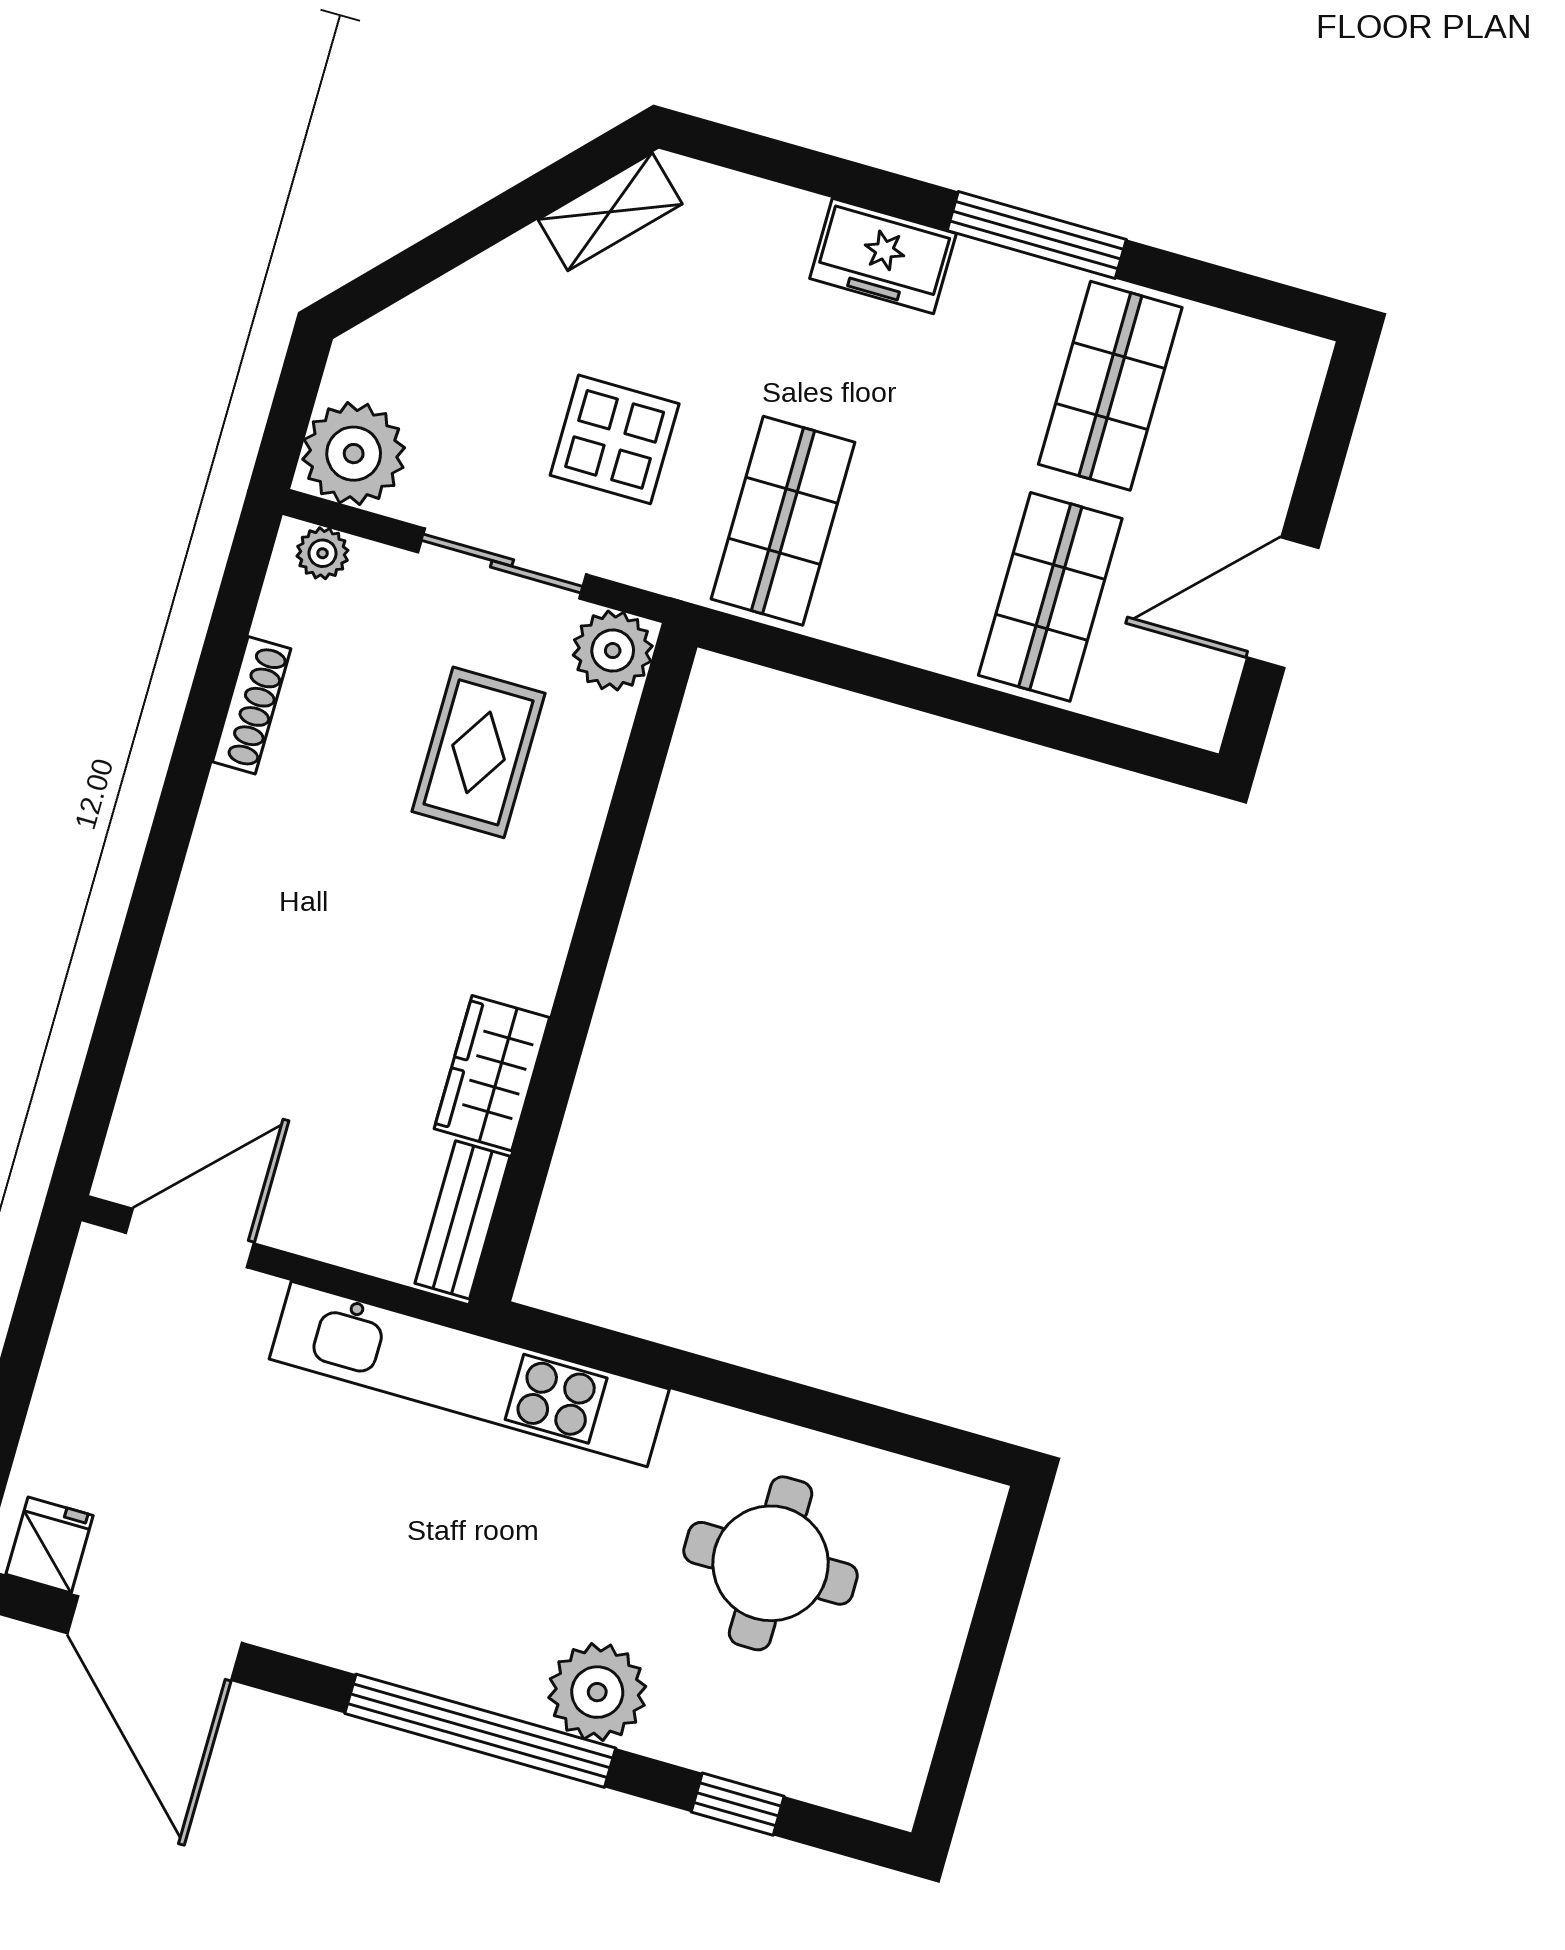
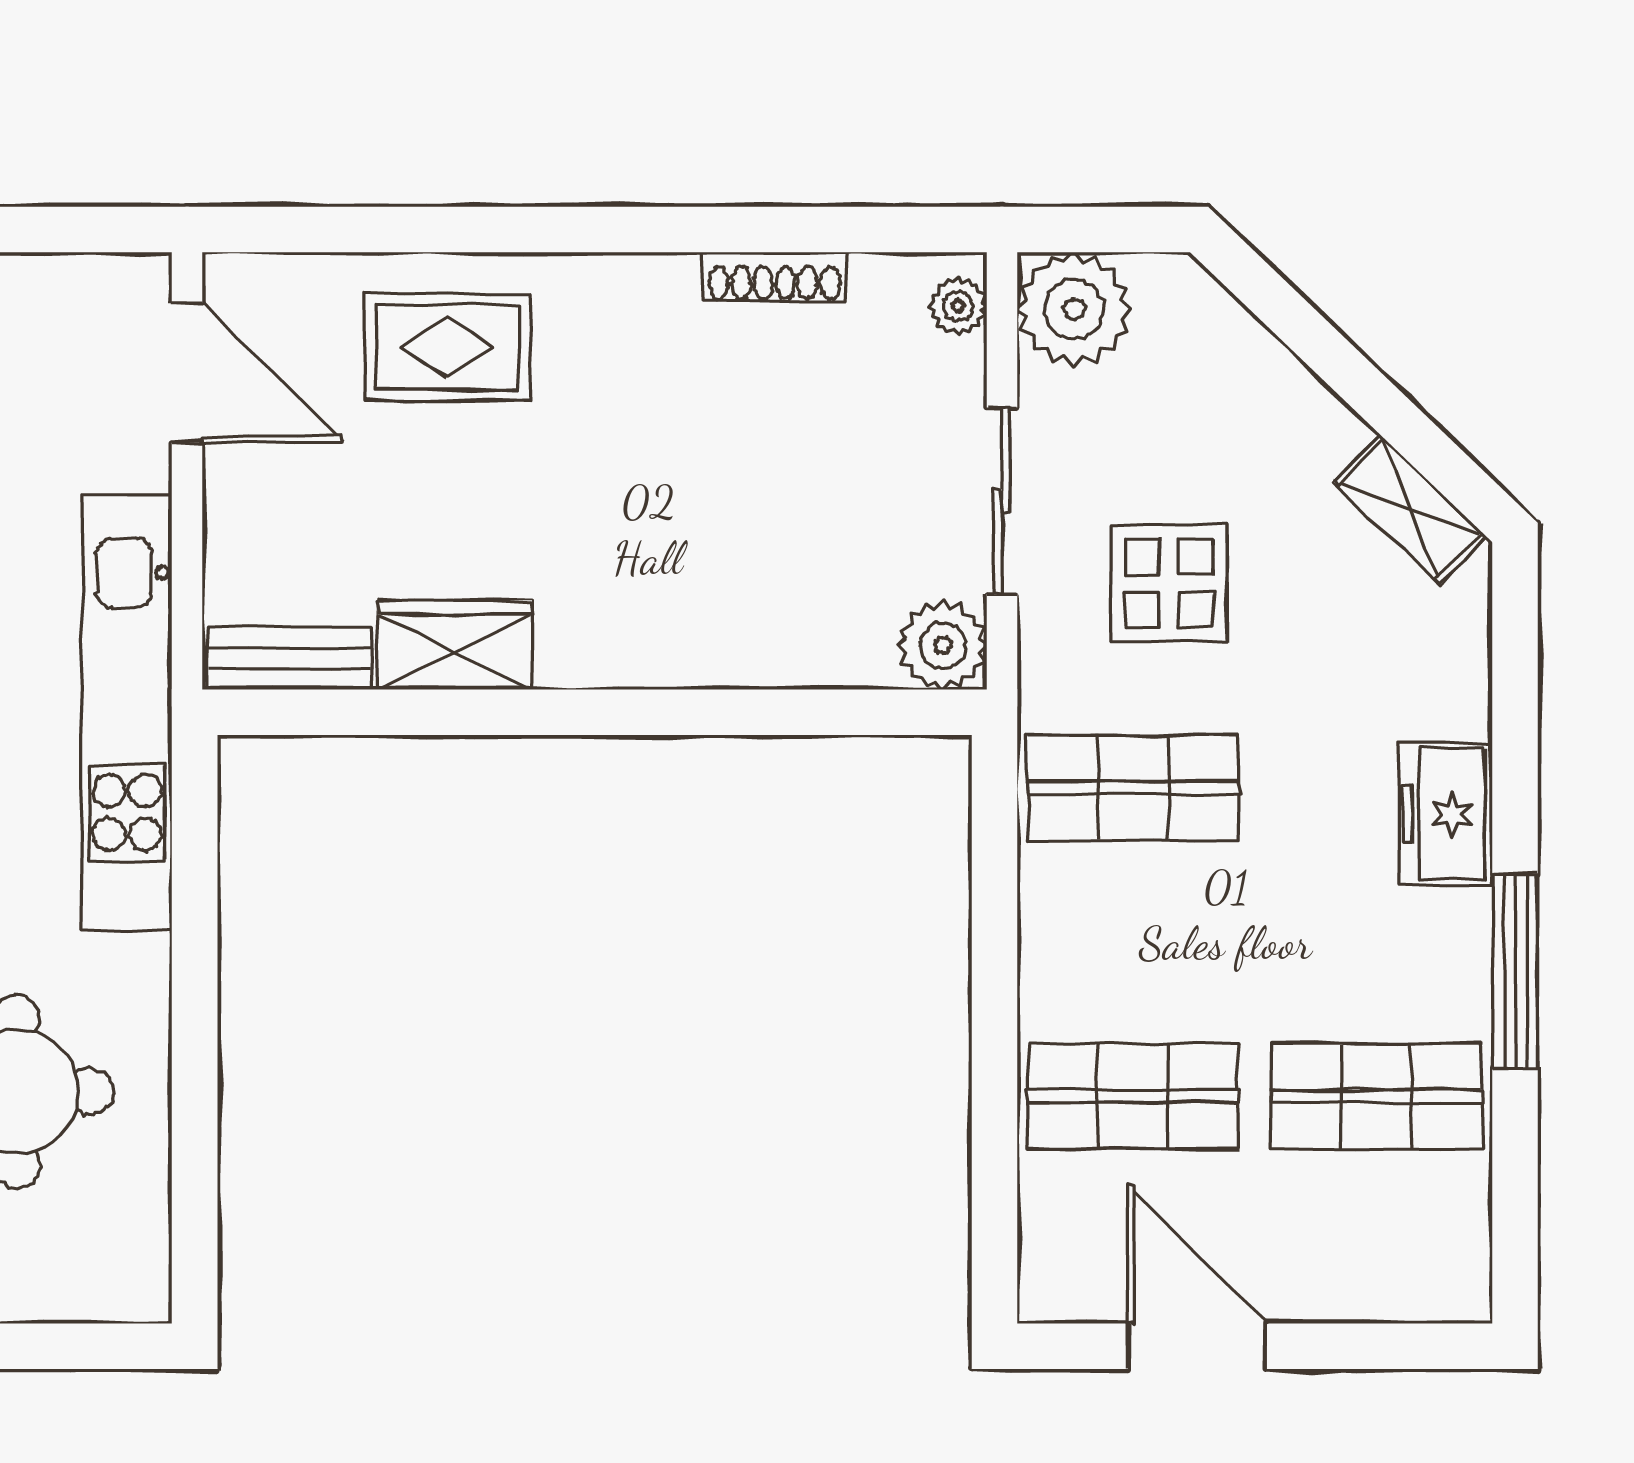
rug: (478, 752) -> (447, 347), moved

